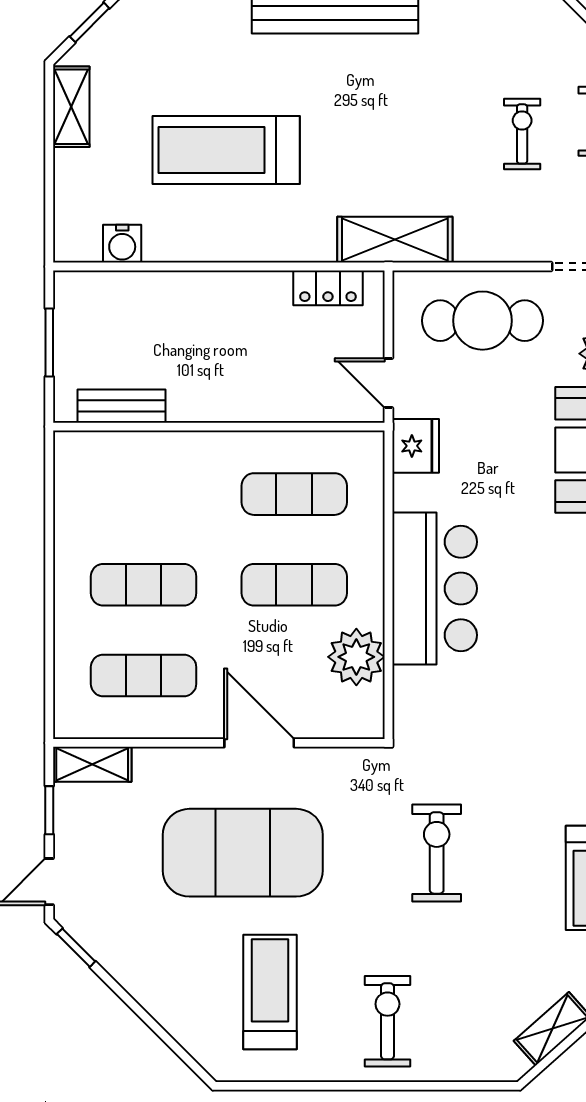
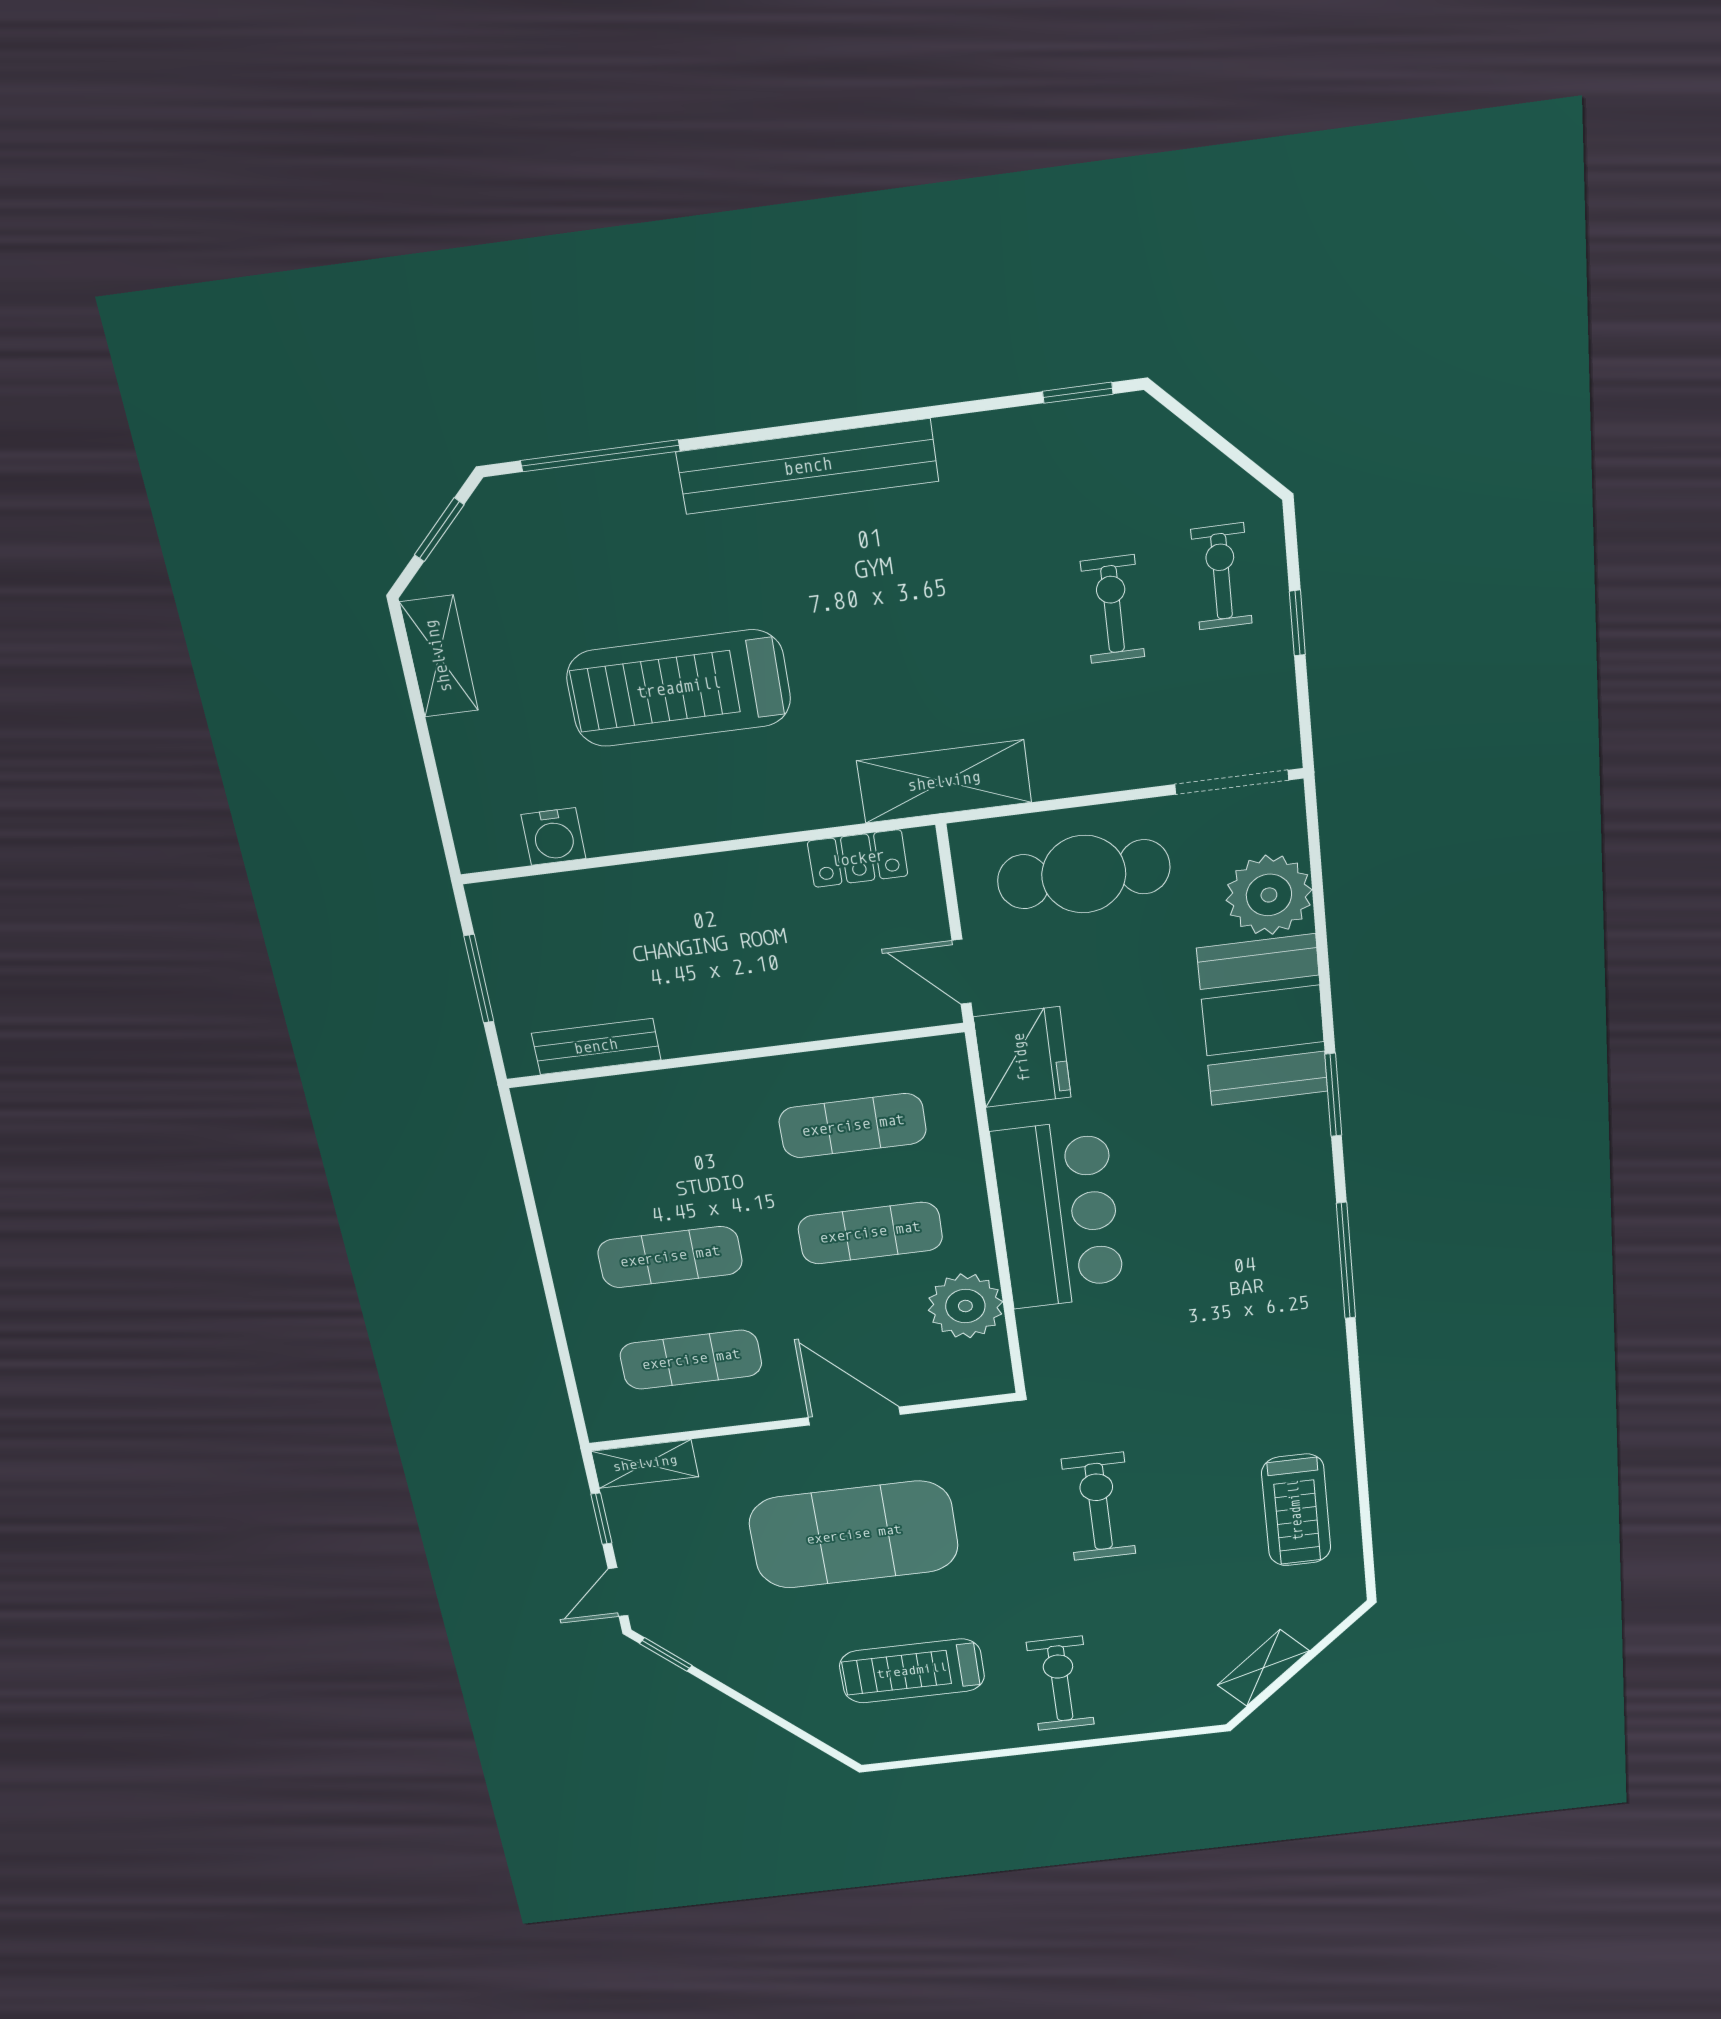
fridge: (416, 446) -> (1022, 1057), width x1.36, depth x1.34
treadmill: (270, 992) -> (912, 1671), turned -90

